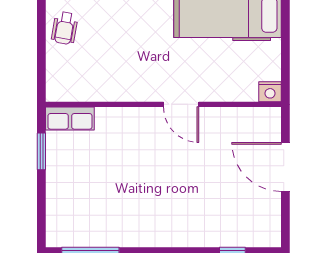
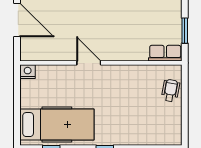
wheelchair: (65, 28) -> (171, 90), moved

